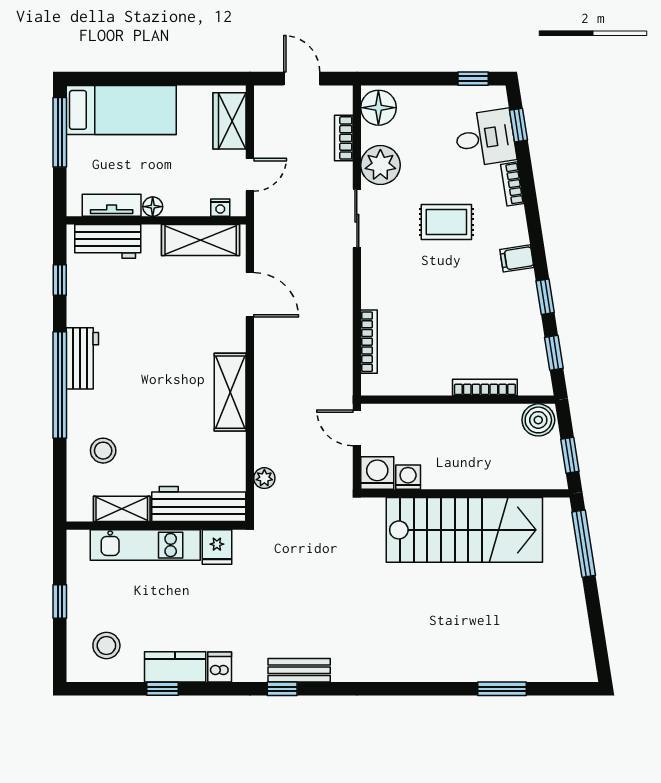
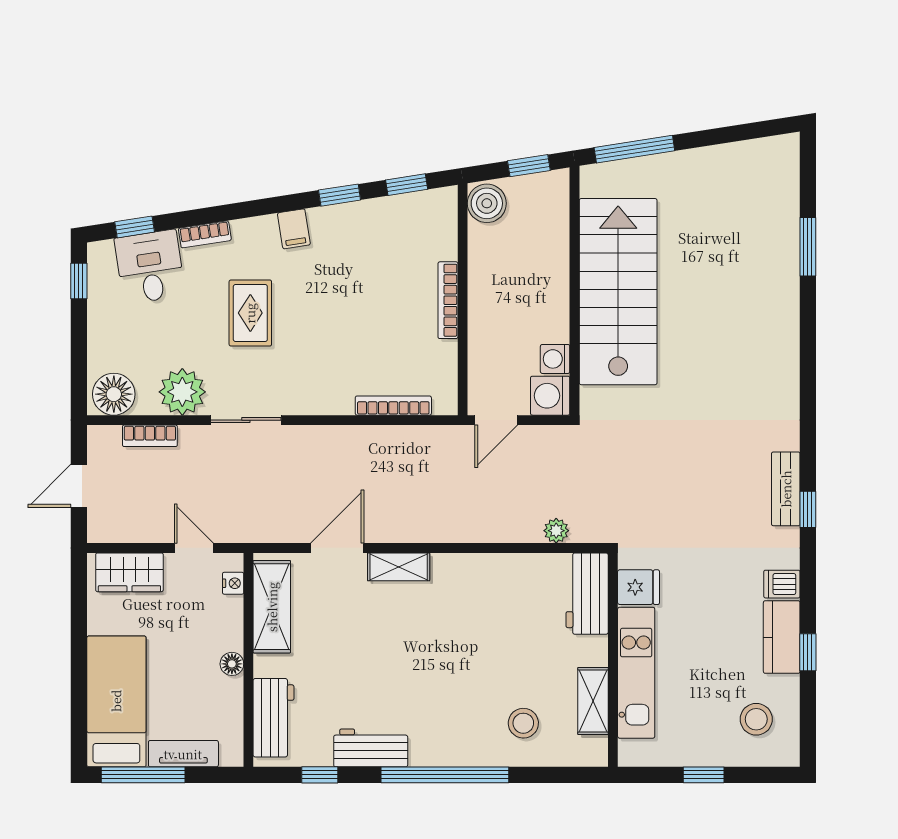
tv unit: (112, 205) -> (183, 754), moved, turned 90
workbench: (82, 358) -> (371, 748), moved
bookcase: (485, 387) -> (448, 300), moved
shelving: (230, 392) -> (399, 567), moved, width x0.67, depth x0.75
workbench: (199, 504) -> (587, 594), width x0.73

